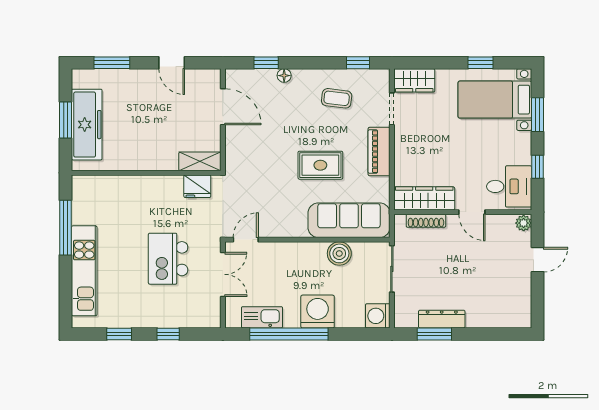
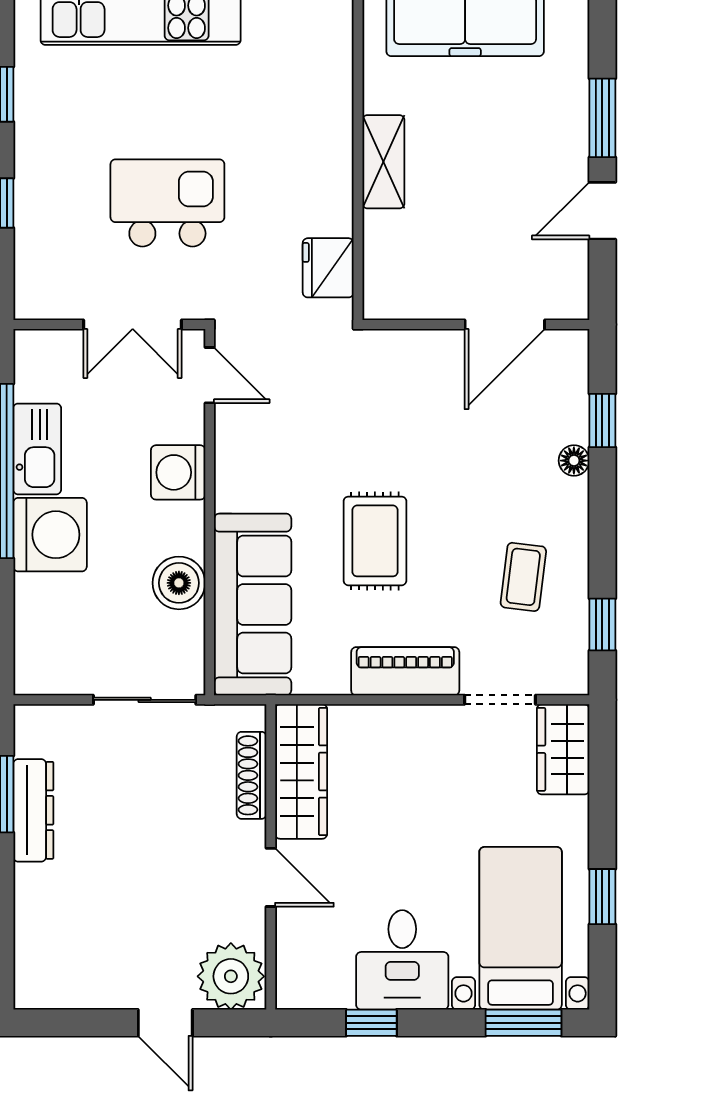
window: (112, 63) -> (602, 118), moved
window: (537, 115) -> (523, 1023), moved
shelving: (200, 161) -> (383, 162), moved
desk: (509, 186) -> (402, 960), moved
door: (472, 212) -> (271, 877), swing flipped
plant: (524, 223) -> (231, 976), width x1.87, depth x1.87
washing machine: (378, 316) -> (178, 472), moved, turned -90
kitchen sink: (262, 317) -> (37, 449), moved

